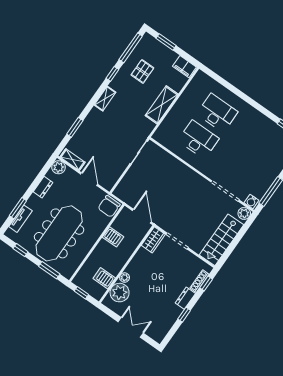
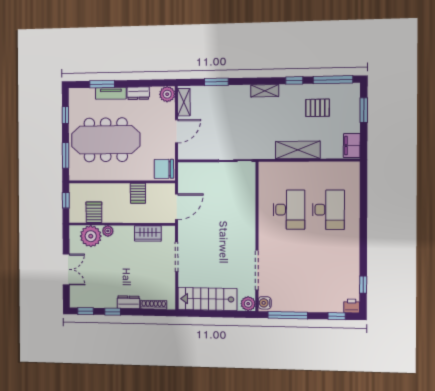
tv unit: (20, 219) -> (111, 93), moved
wardrobe: (153, 240) -> (148, 233), moved
window: (206, 283) -> (86, 311), moved

